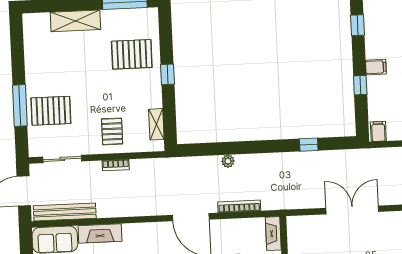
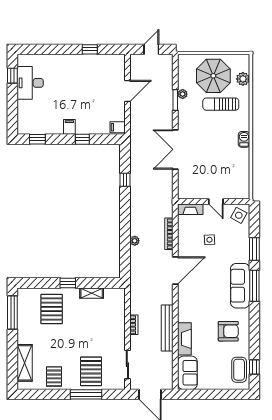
shelving: (75, 21) -> (25, 363), moved
shelving: (156, 124) -> (92, 293), moved
pallet: (112, 131) -> (54, 376), moved, turned 90
bench: (65, 212) -> (167, 328), moved

